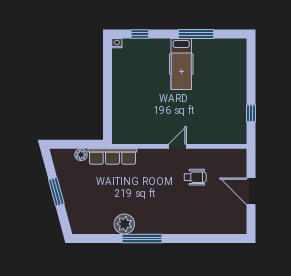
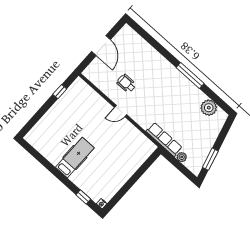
window: (196, 34) -> (50, 167), removed
window: (56, 192) -> (210, 159), moved
plant: (124, 224) -> (209, 108), moved

